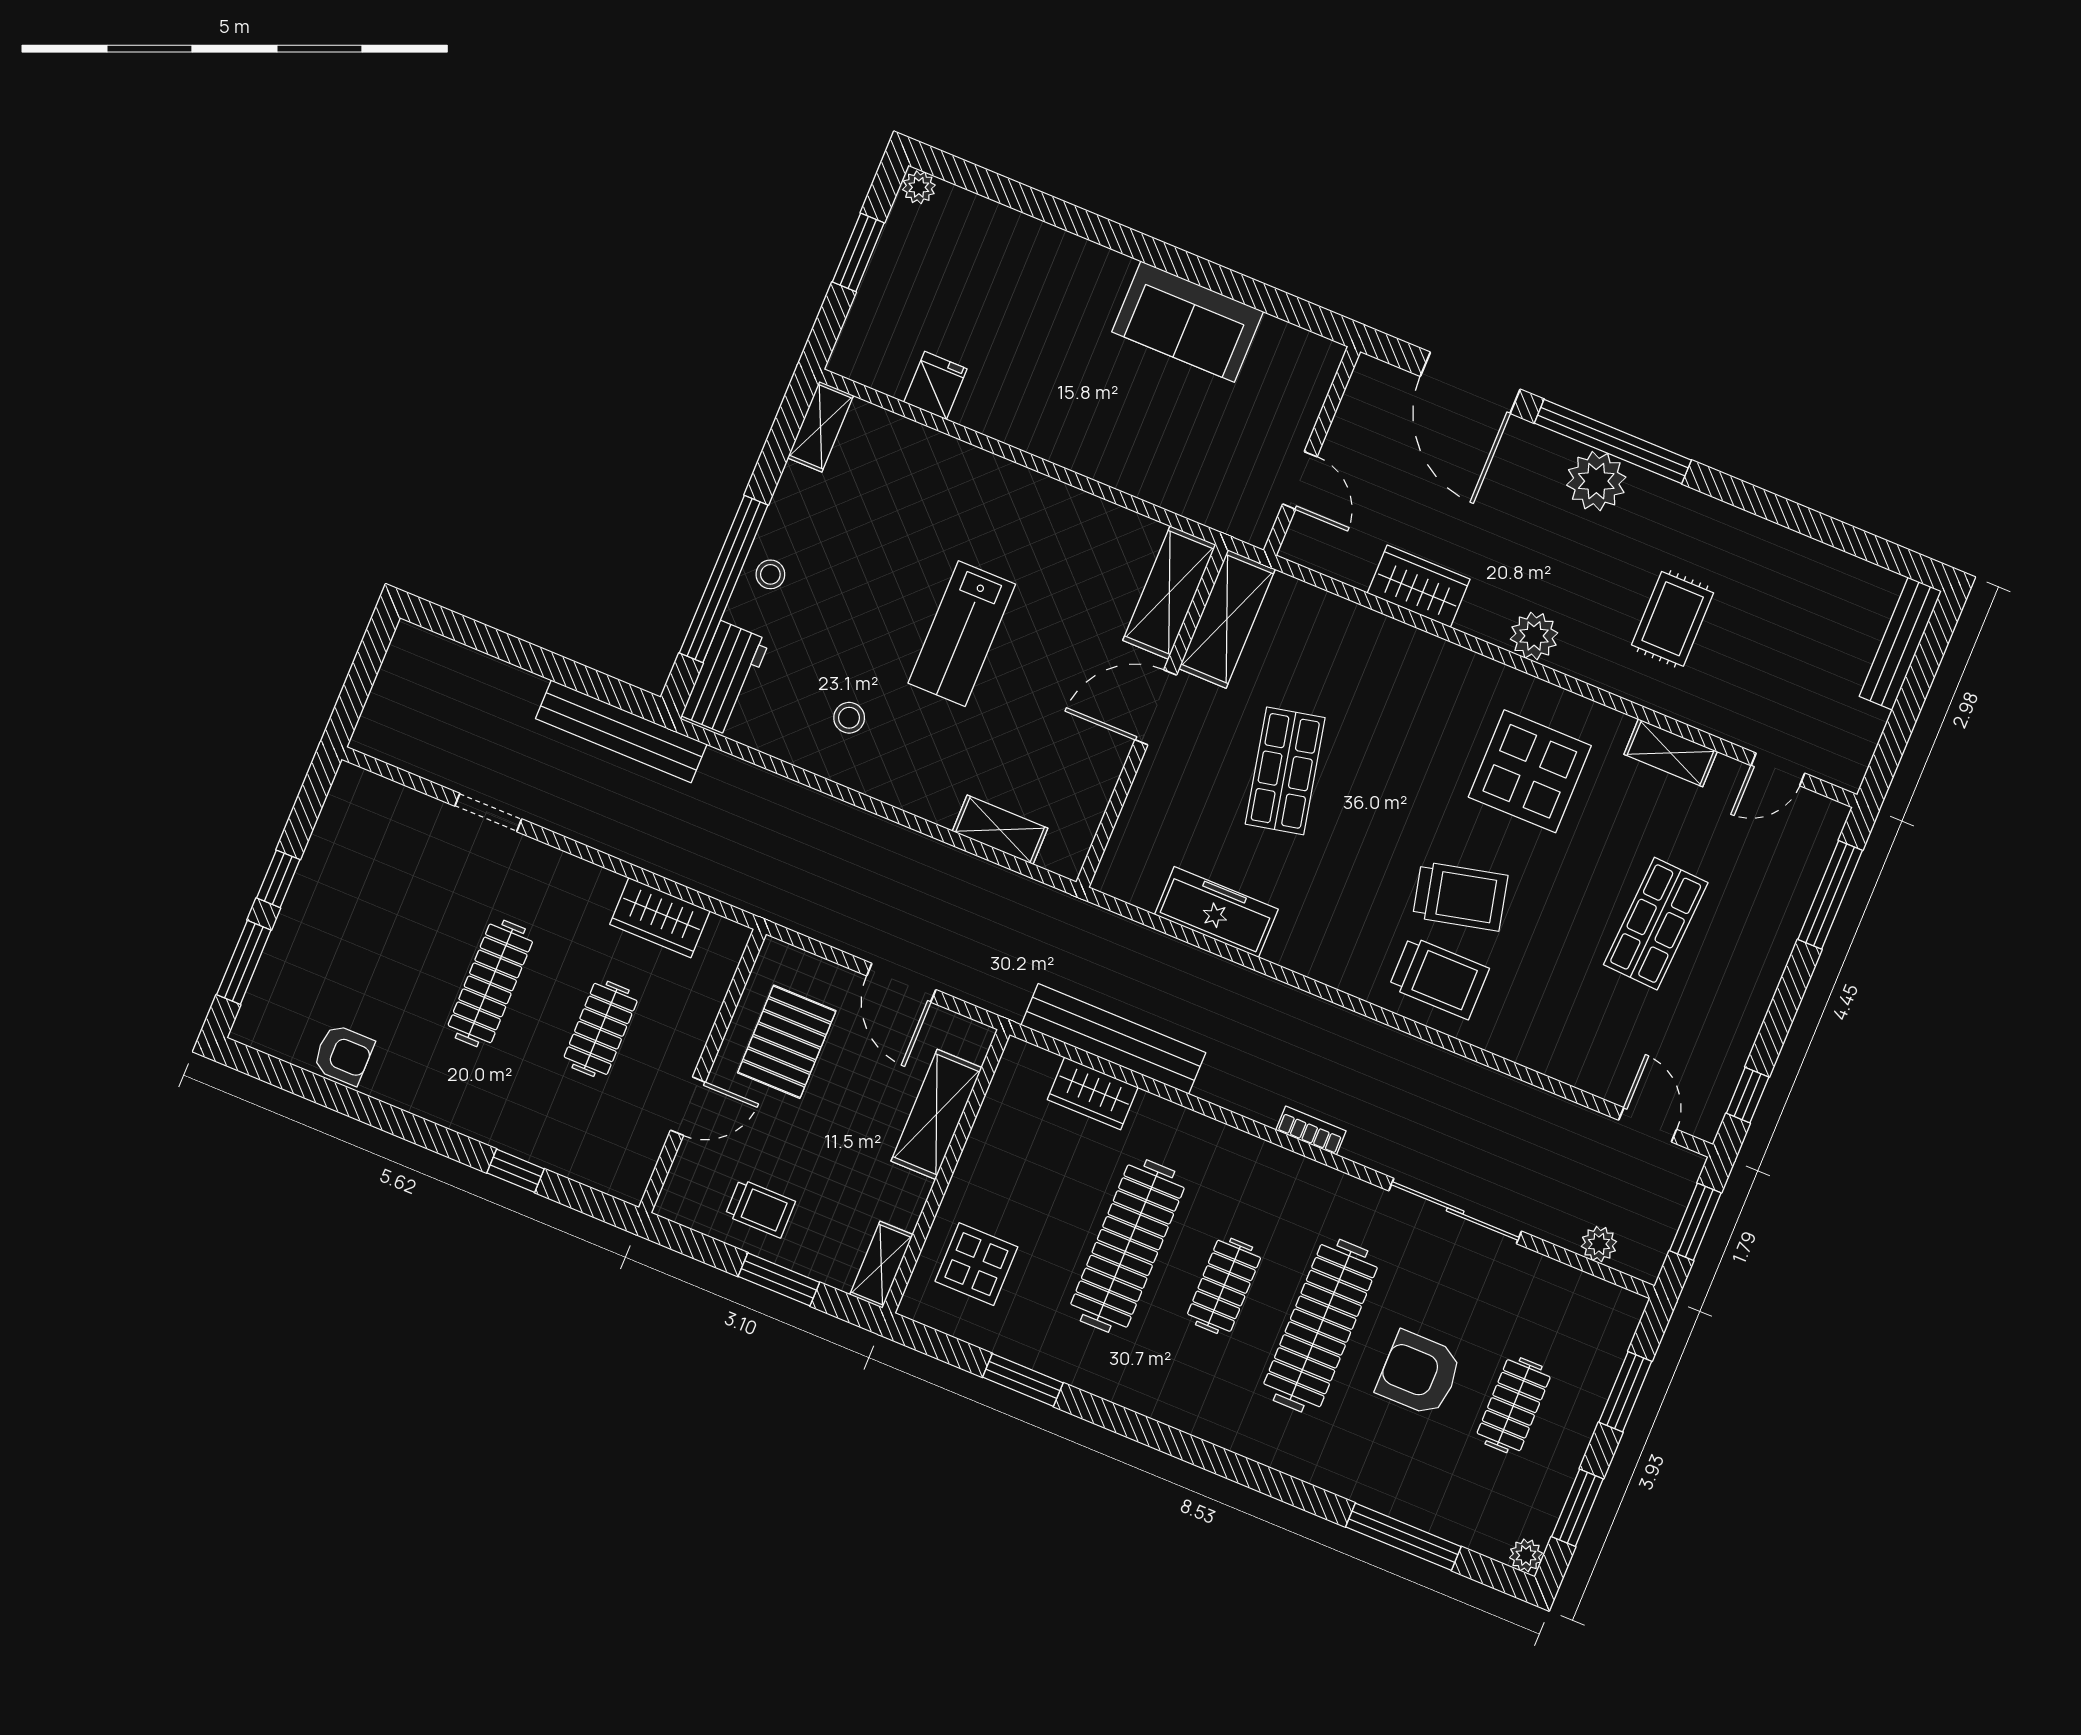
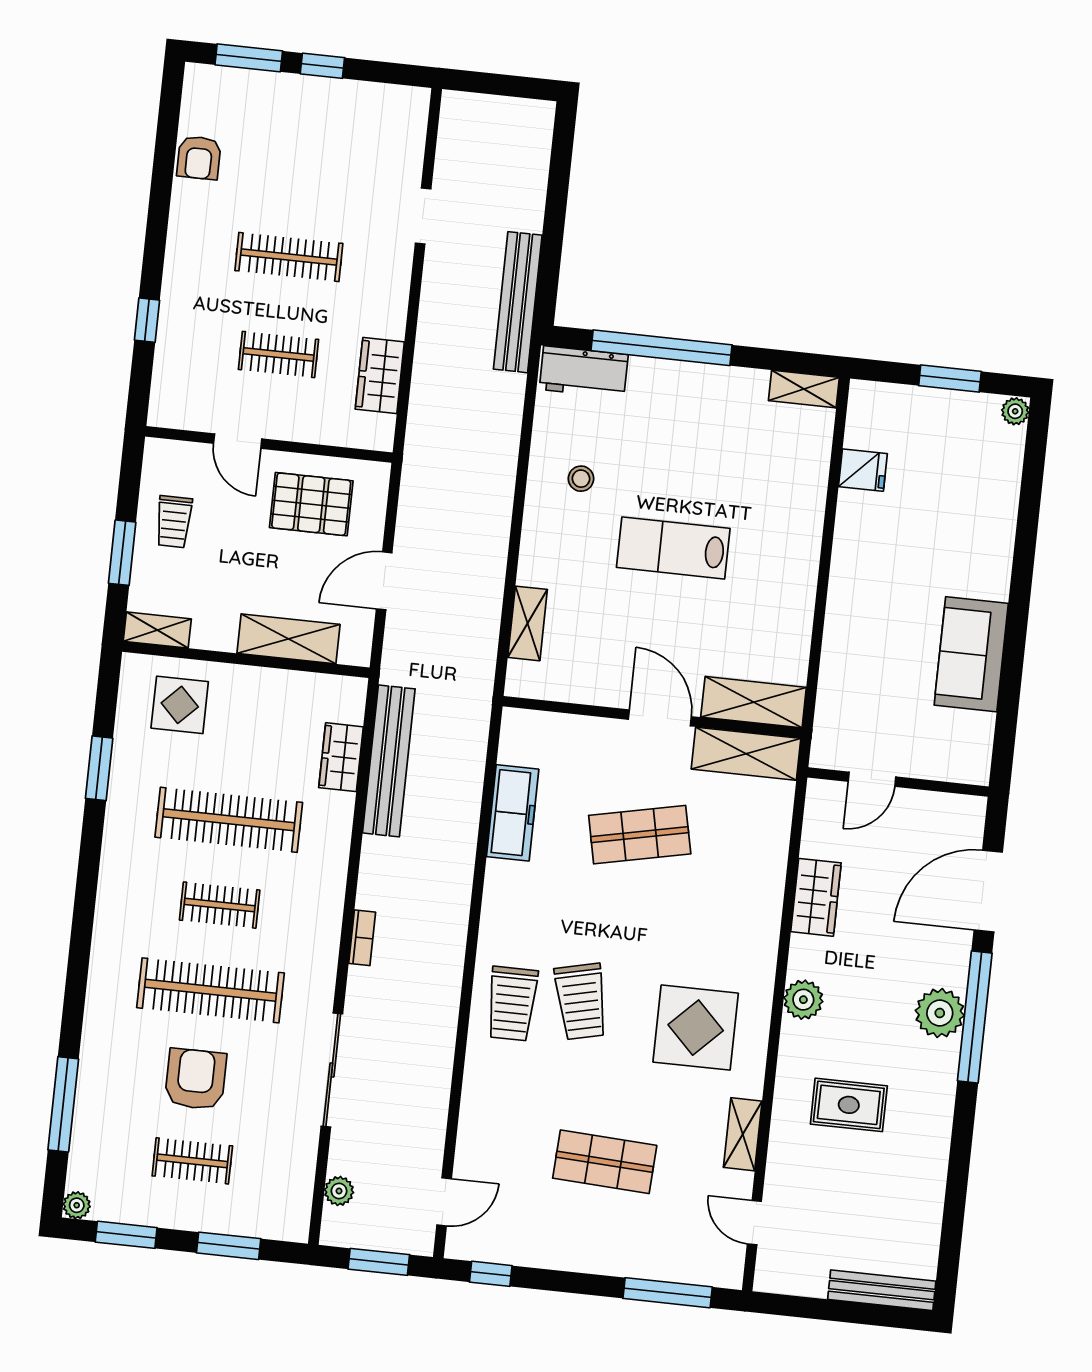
stool: (770, 574) -> (676, 384), removed

